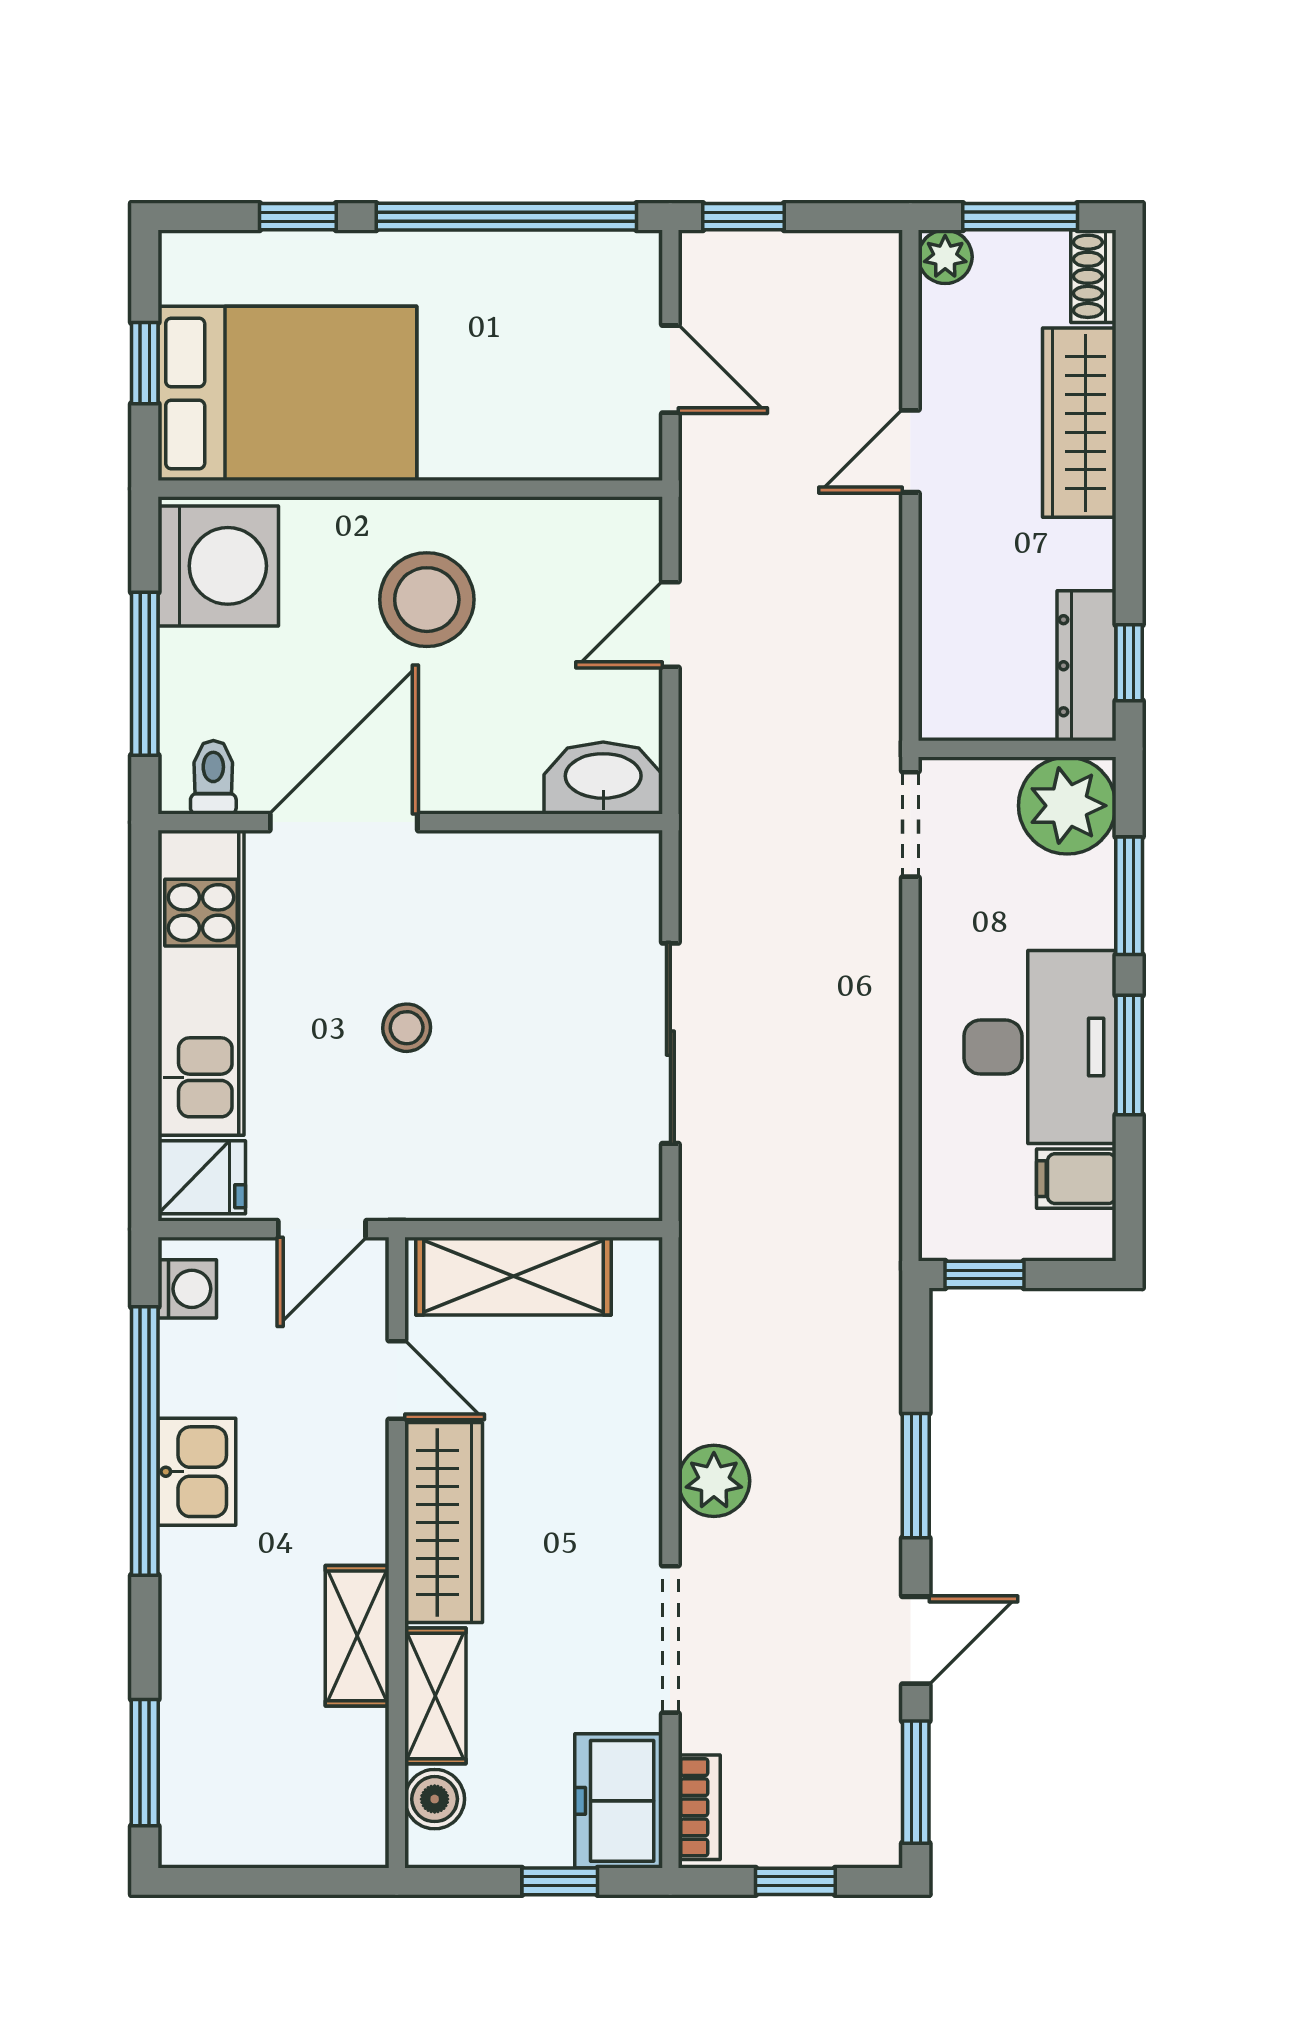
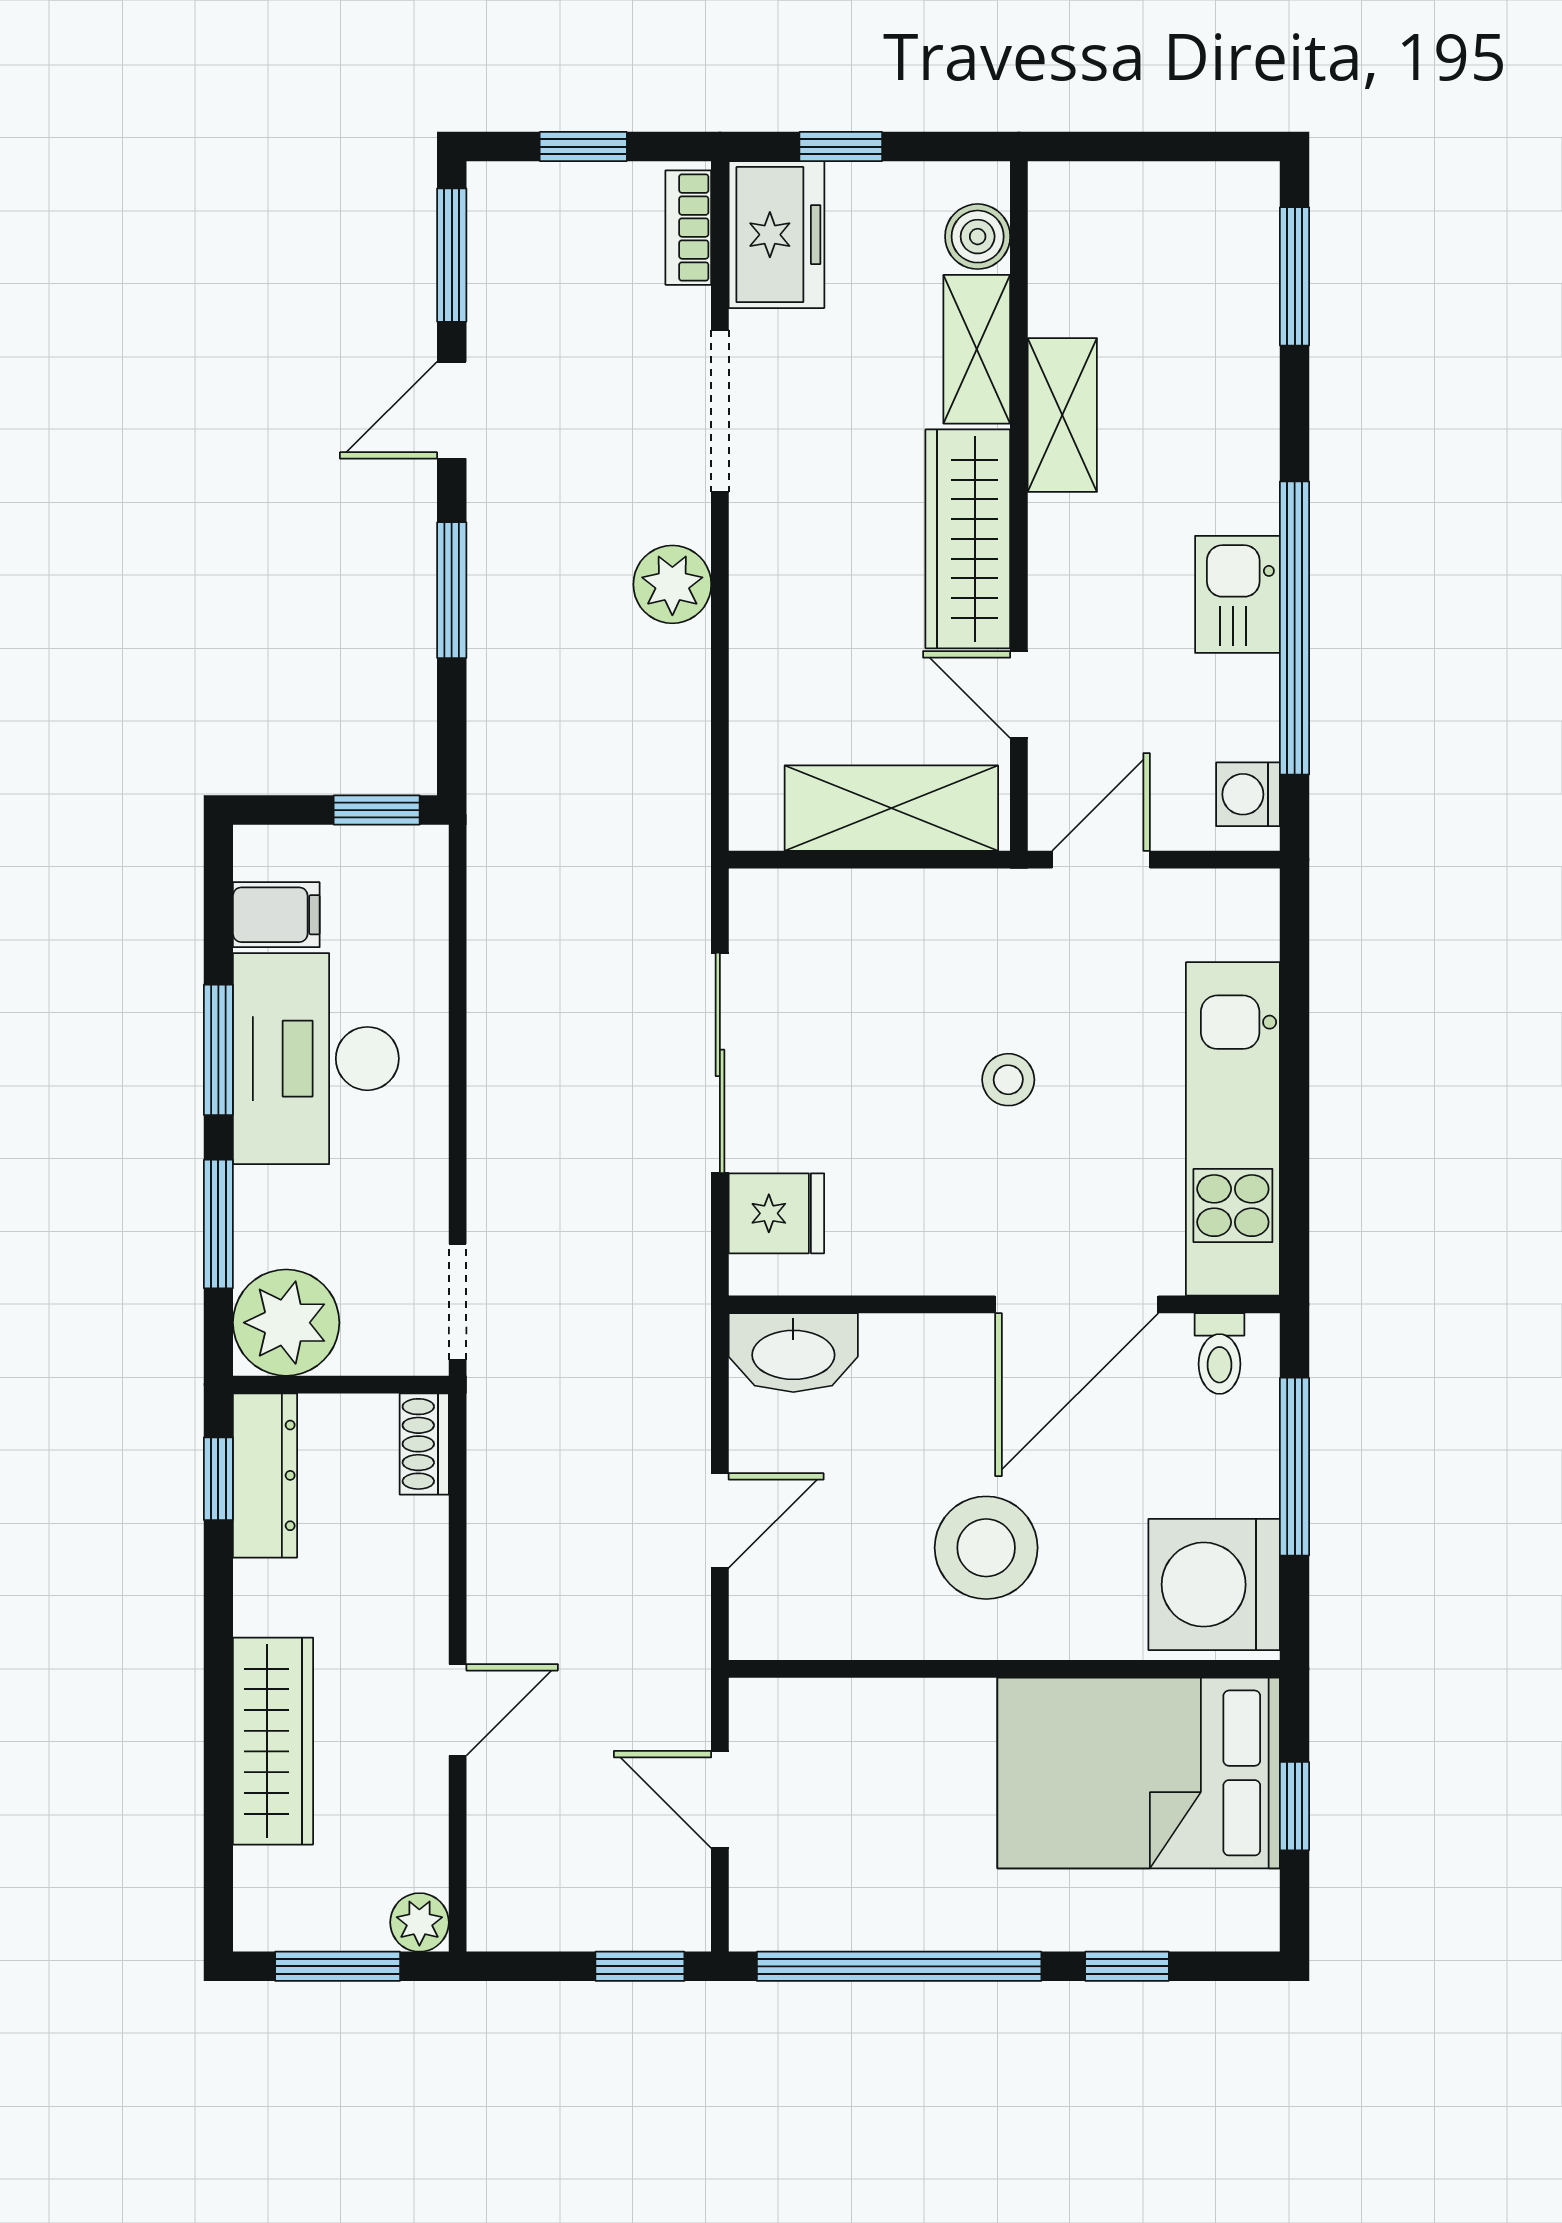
shoe rack: (1093, 276) -> (424, 1444), moved, turned 180
fridge: (202, 1177) -> (776, 1213), moved, turned 180

